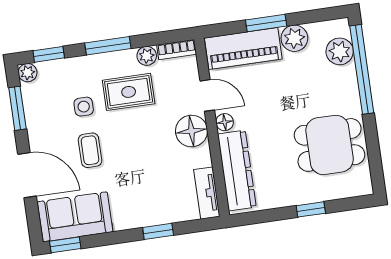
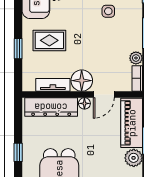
rug: (129, 92) -> (49, 40), moved, turned 90
coffee table: (90, 150) -> (79, 11), removed
tv unit: (207, 193) -> (53, 85), moved

